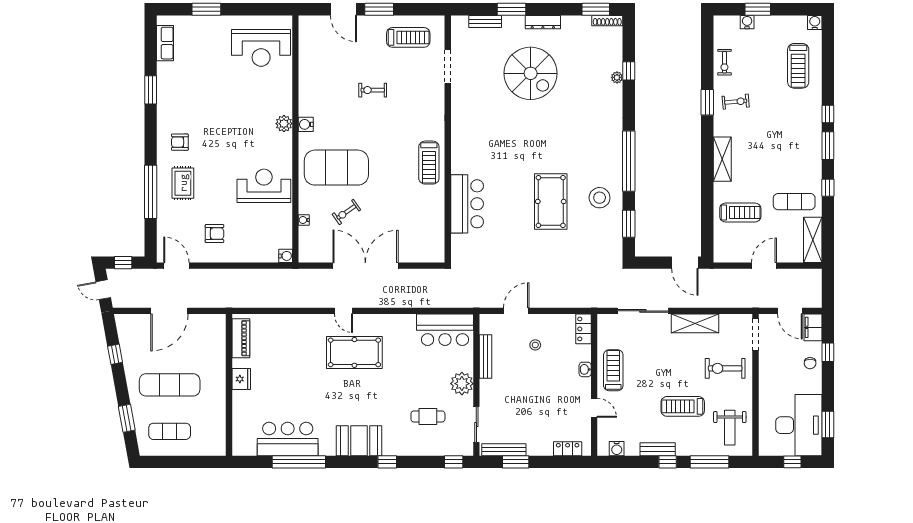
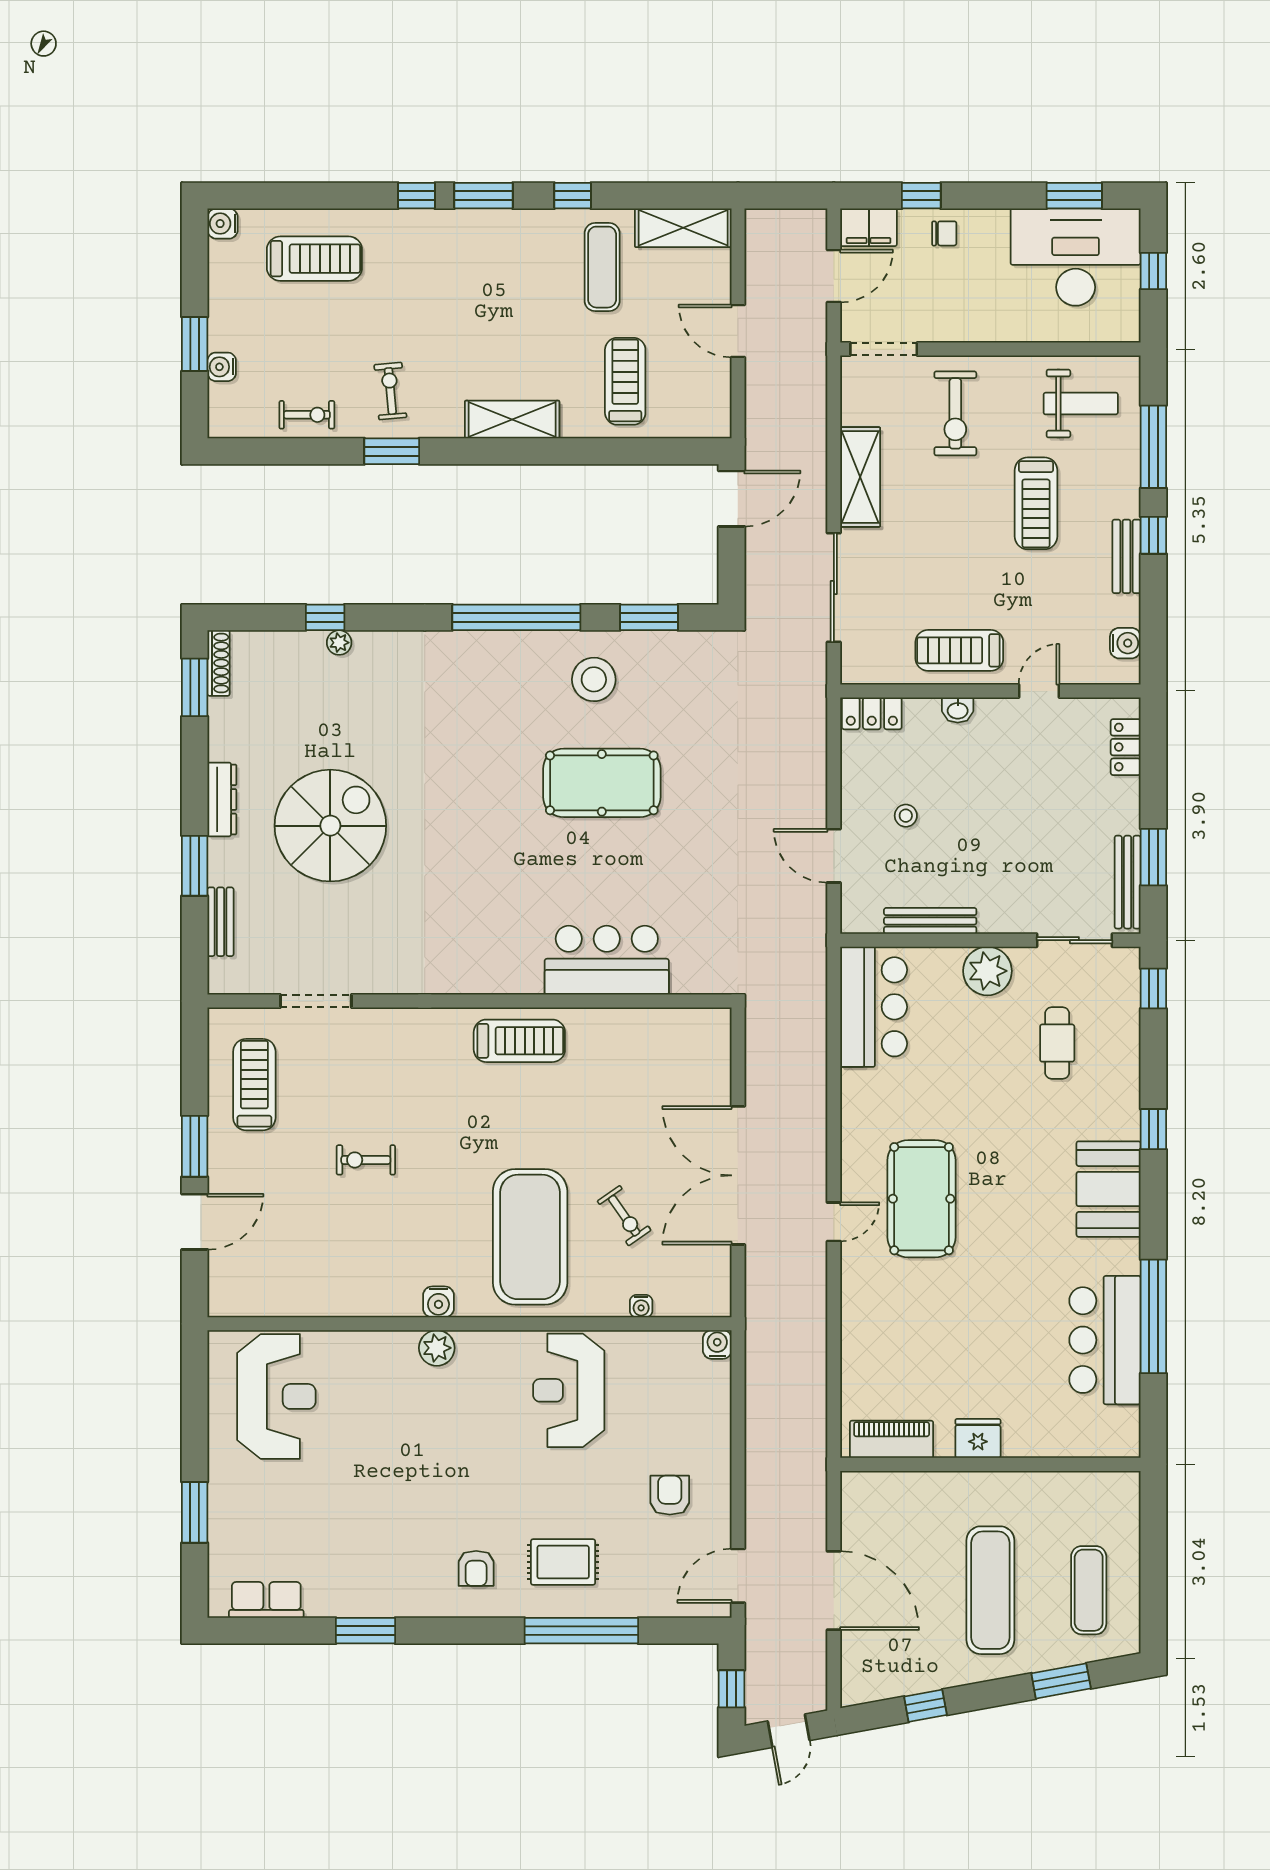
exercise bike: (373, 90) -> (366, 1160), turned 90

